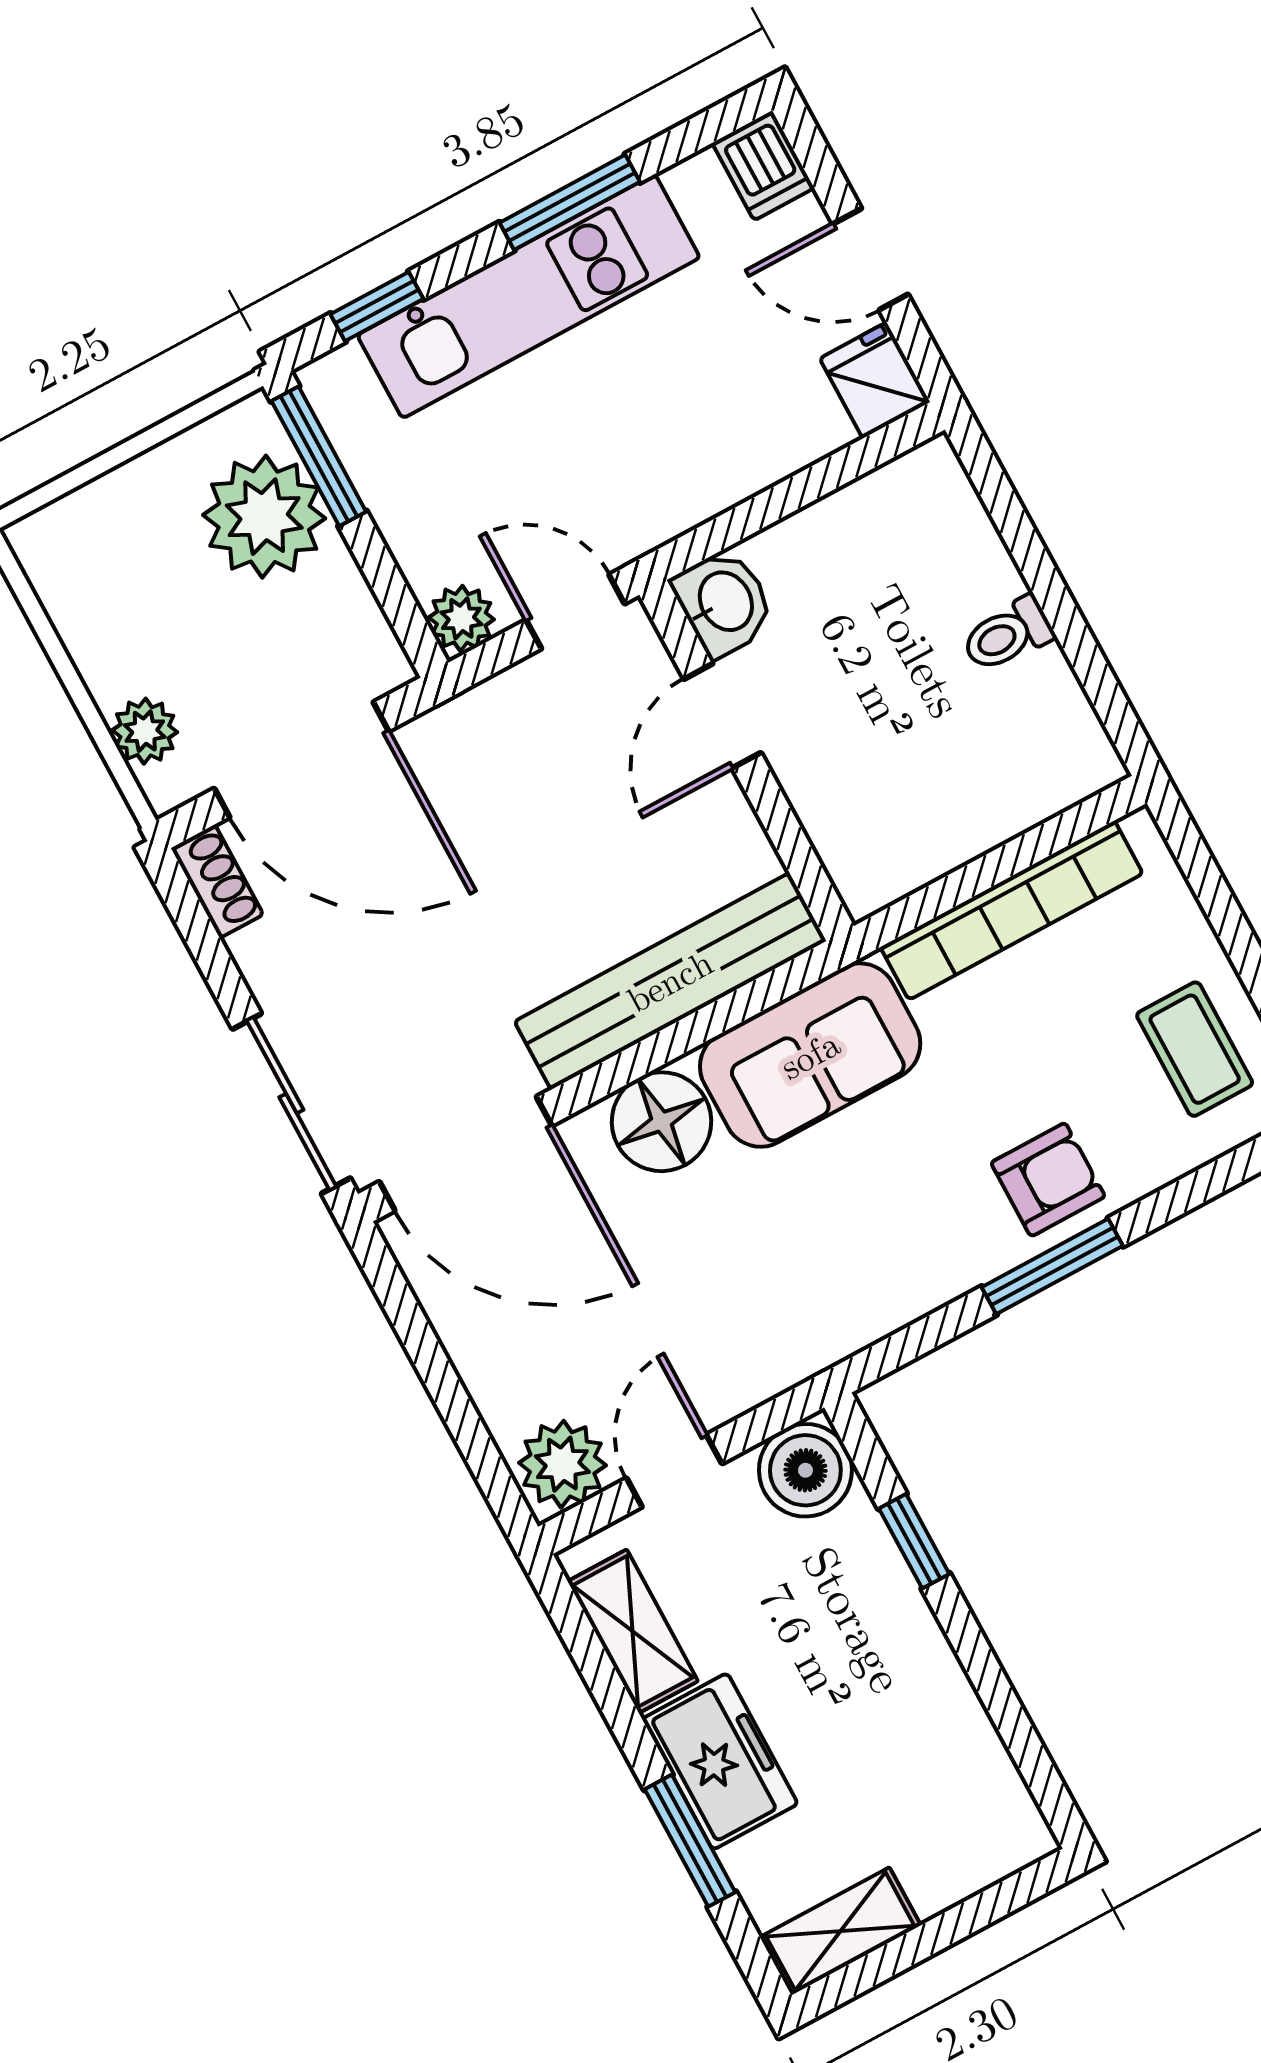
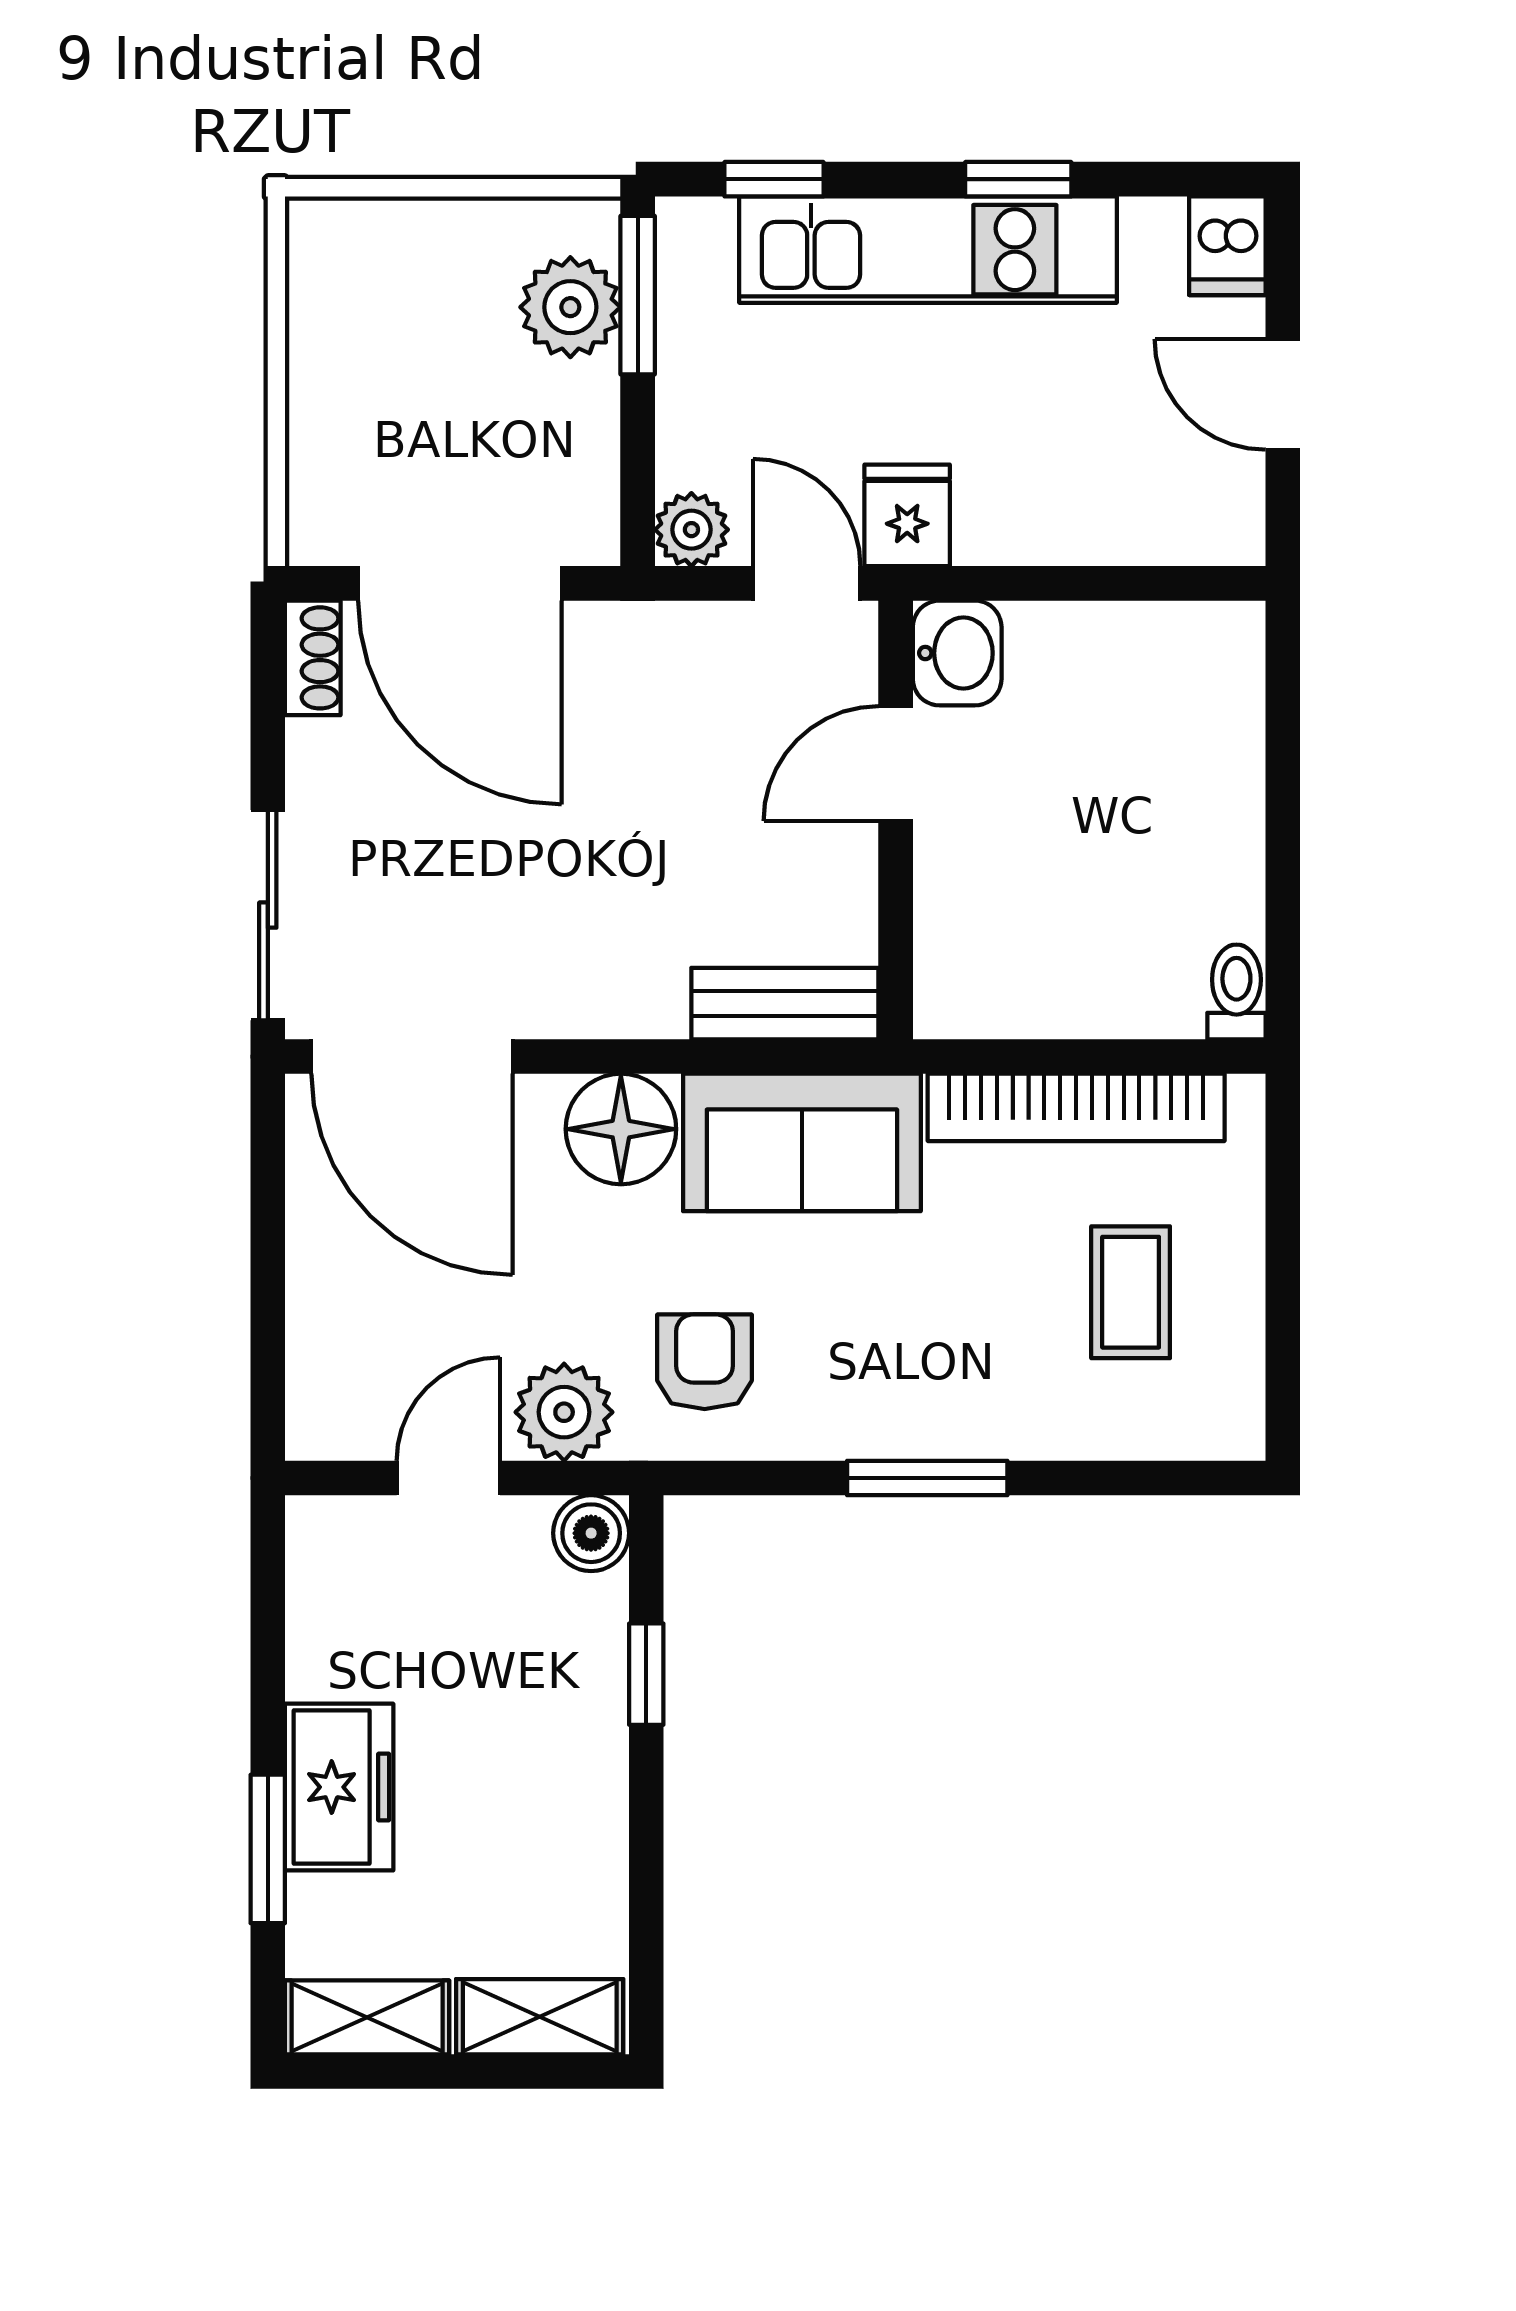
window: (570, 202) -> (1018, 179), width x0.67
fridge: (875, 380) -> (907, 515), moved
plant: (264, 517) -> (570, 307), width x0.73, depth x0.73
toilet: (1007, 635) -> (1236, 992), moved, turned 90
plant: (145, 731) -> (321, 472), removed
bench: (670, 981) -> (785, 1004), width x0.54, depth x0.82
coffee table: (1195, 1049) -> (1131, 1292), moved
armchair: (1048, 1180) -> (705, 1362), moved, turned -90
plant: (562, 1464) -> (564, 1412), moved
boiler: (805, 1470) -> (591, 1533), width x0.73, depth x0.73
shelving: (633, 1631) -> (540, 2017), moved, turned 90

